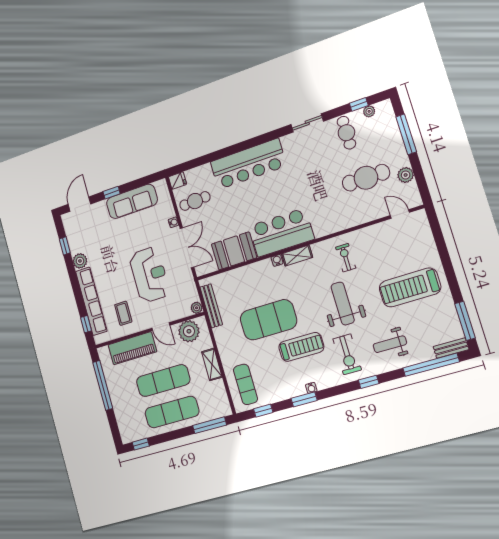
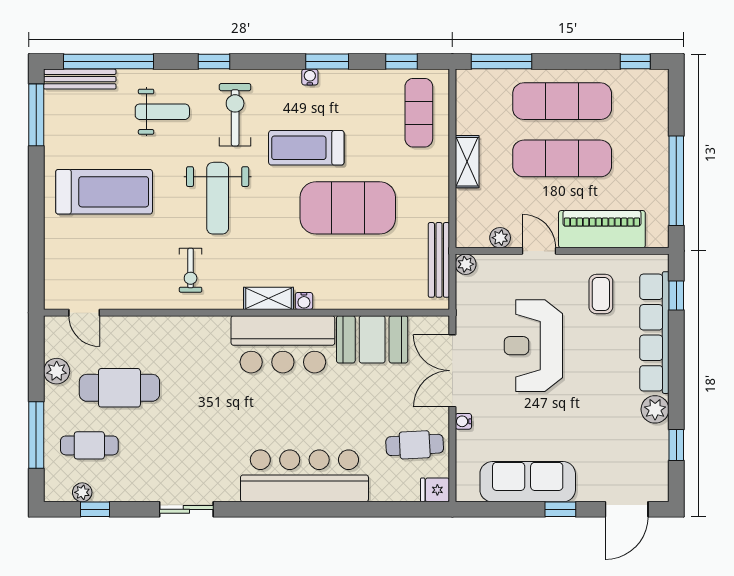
cafe table: (346, 133) -> (89, 445), moved, turned 90
plant: (189, 331) -> (500, 238), width x0.53, depth x0.53
bench: (451, 348) -> (80, 79), width x1.36

